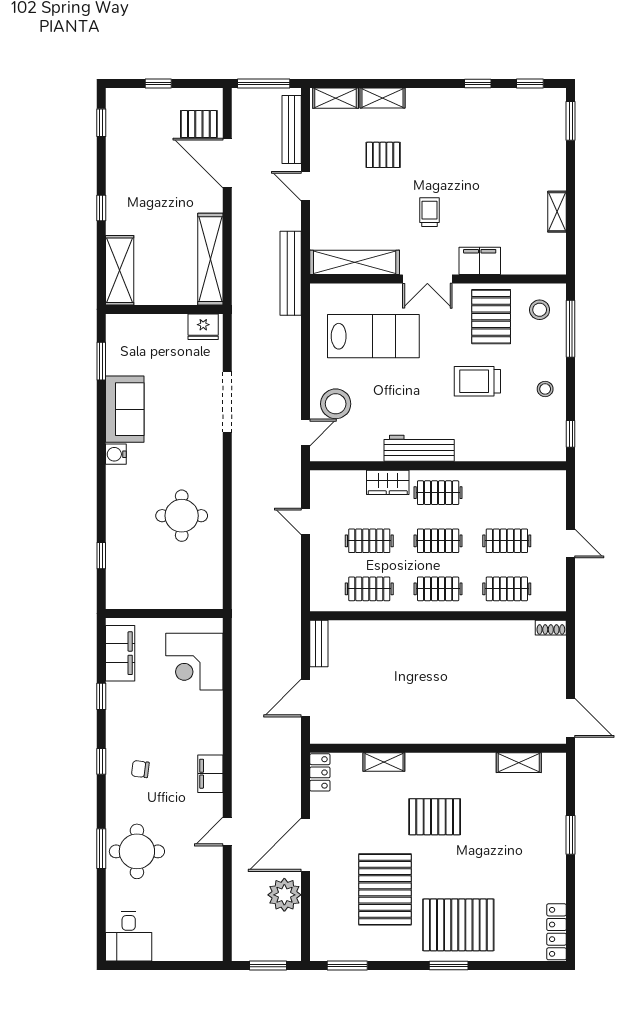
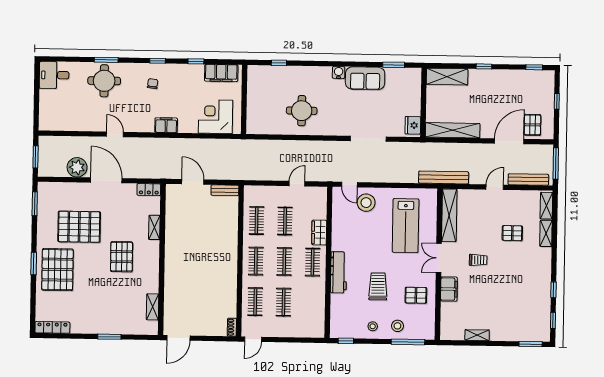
pallet: (383, 155) -> (512, 233), turned 90
stool: (540, 310) -> (397, 326), moved
pallet: (491, 317) -> (416, 295), width x0.67, depth x0.71
workbench: (419, 448) -> (339, 272), moved
door: (571, 543) -> (253, 339), moved
filing cabinet: (210, 774) -> (166, 125), moved

